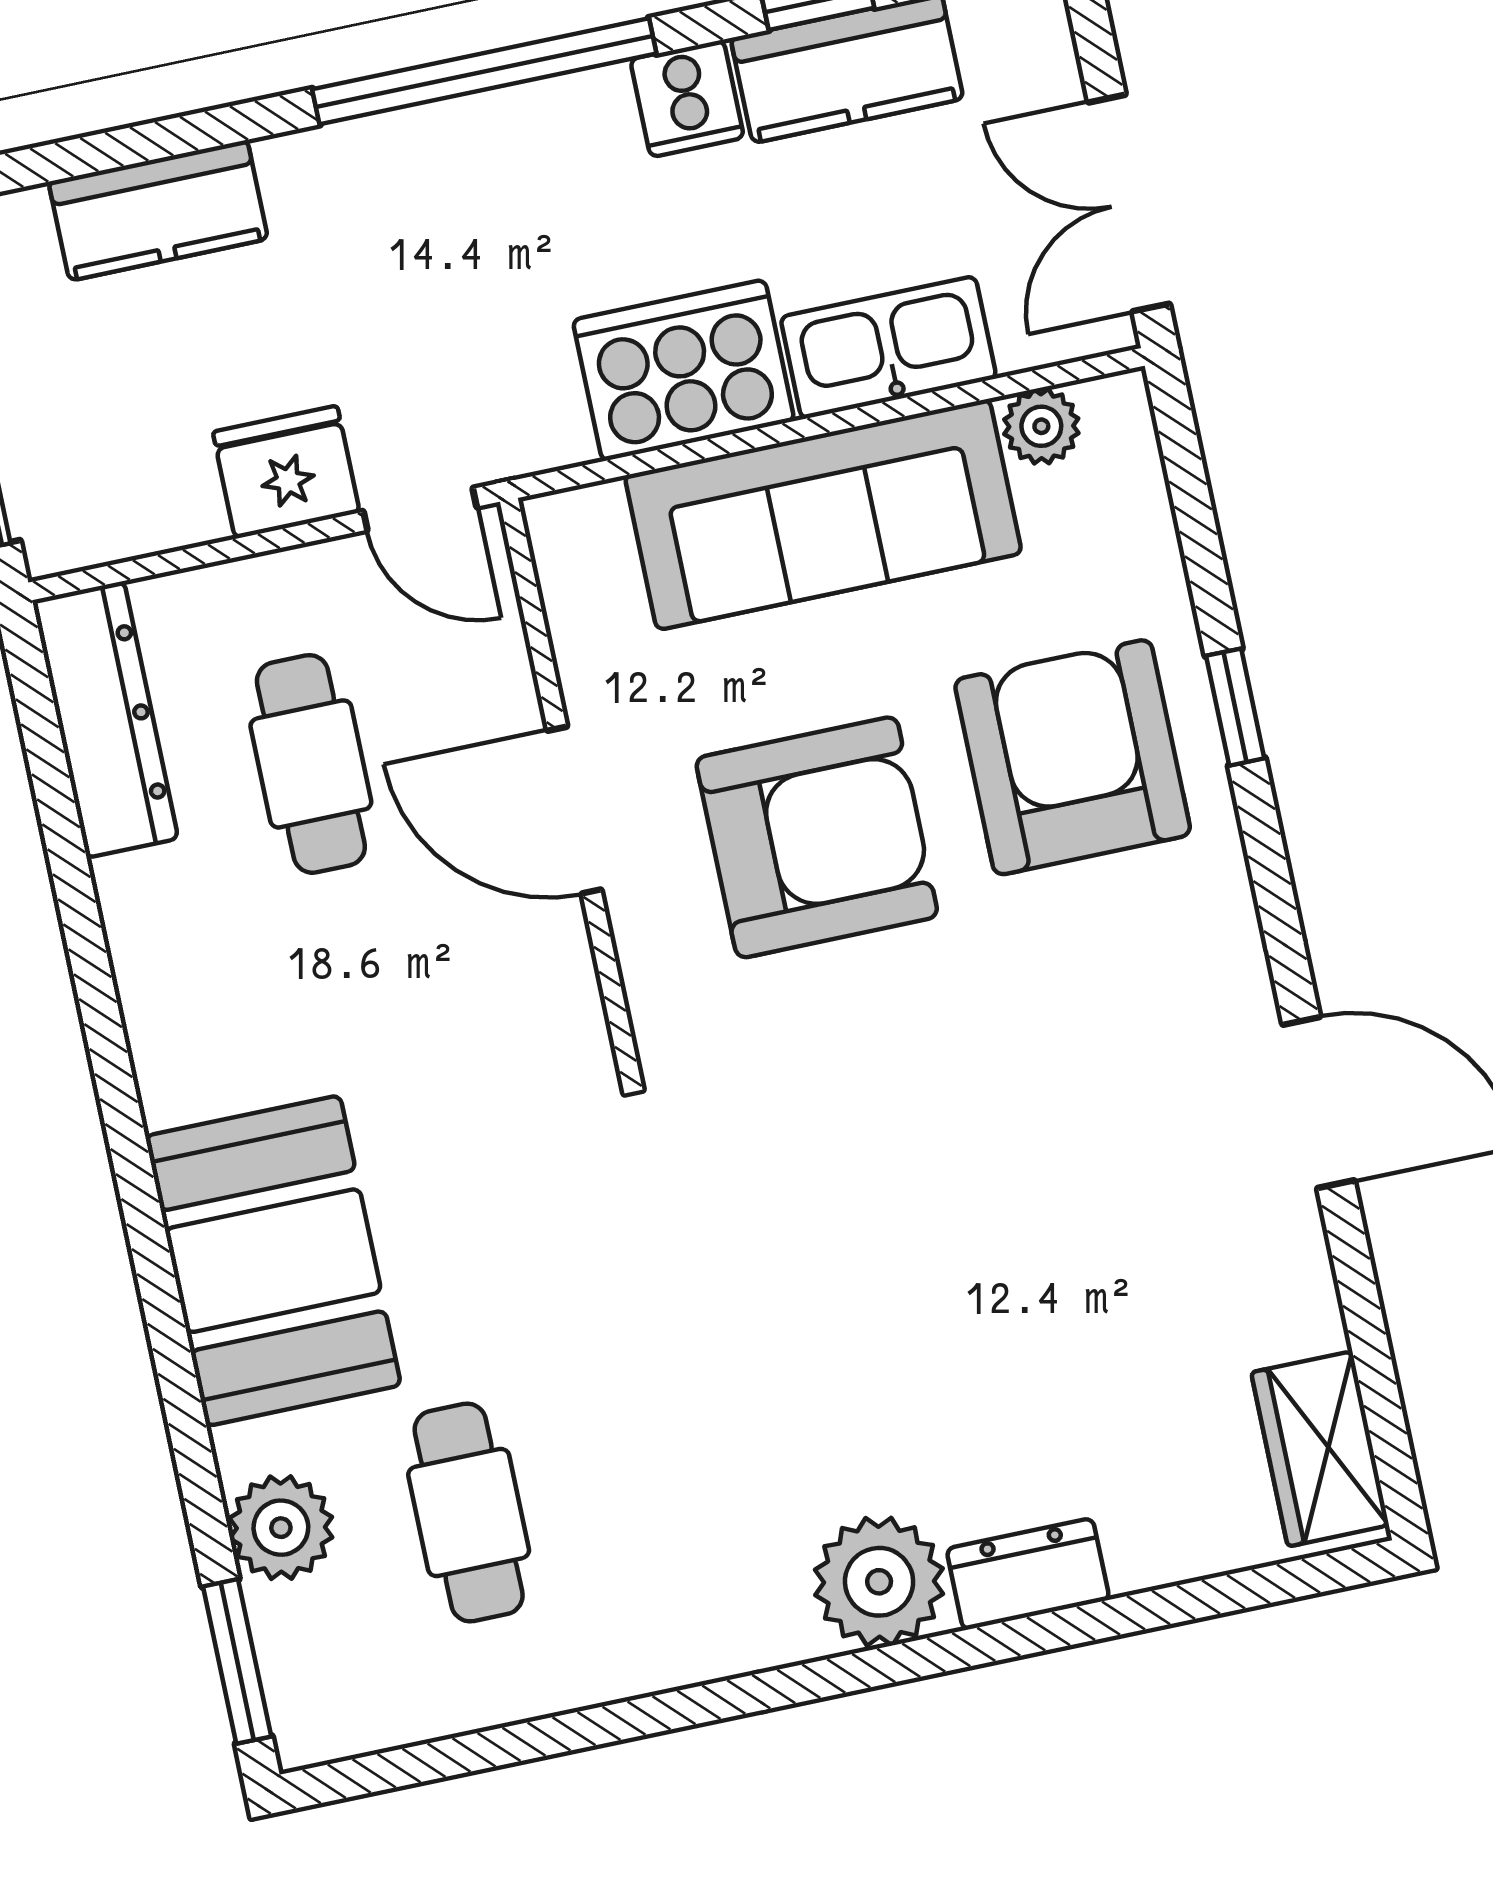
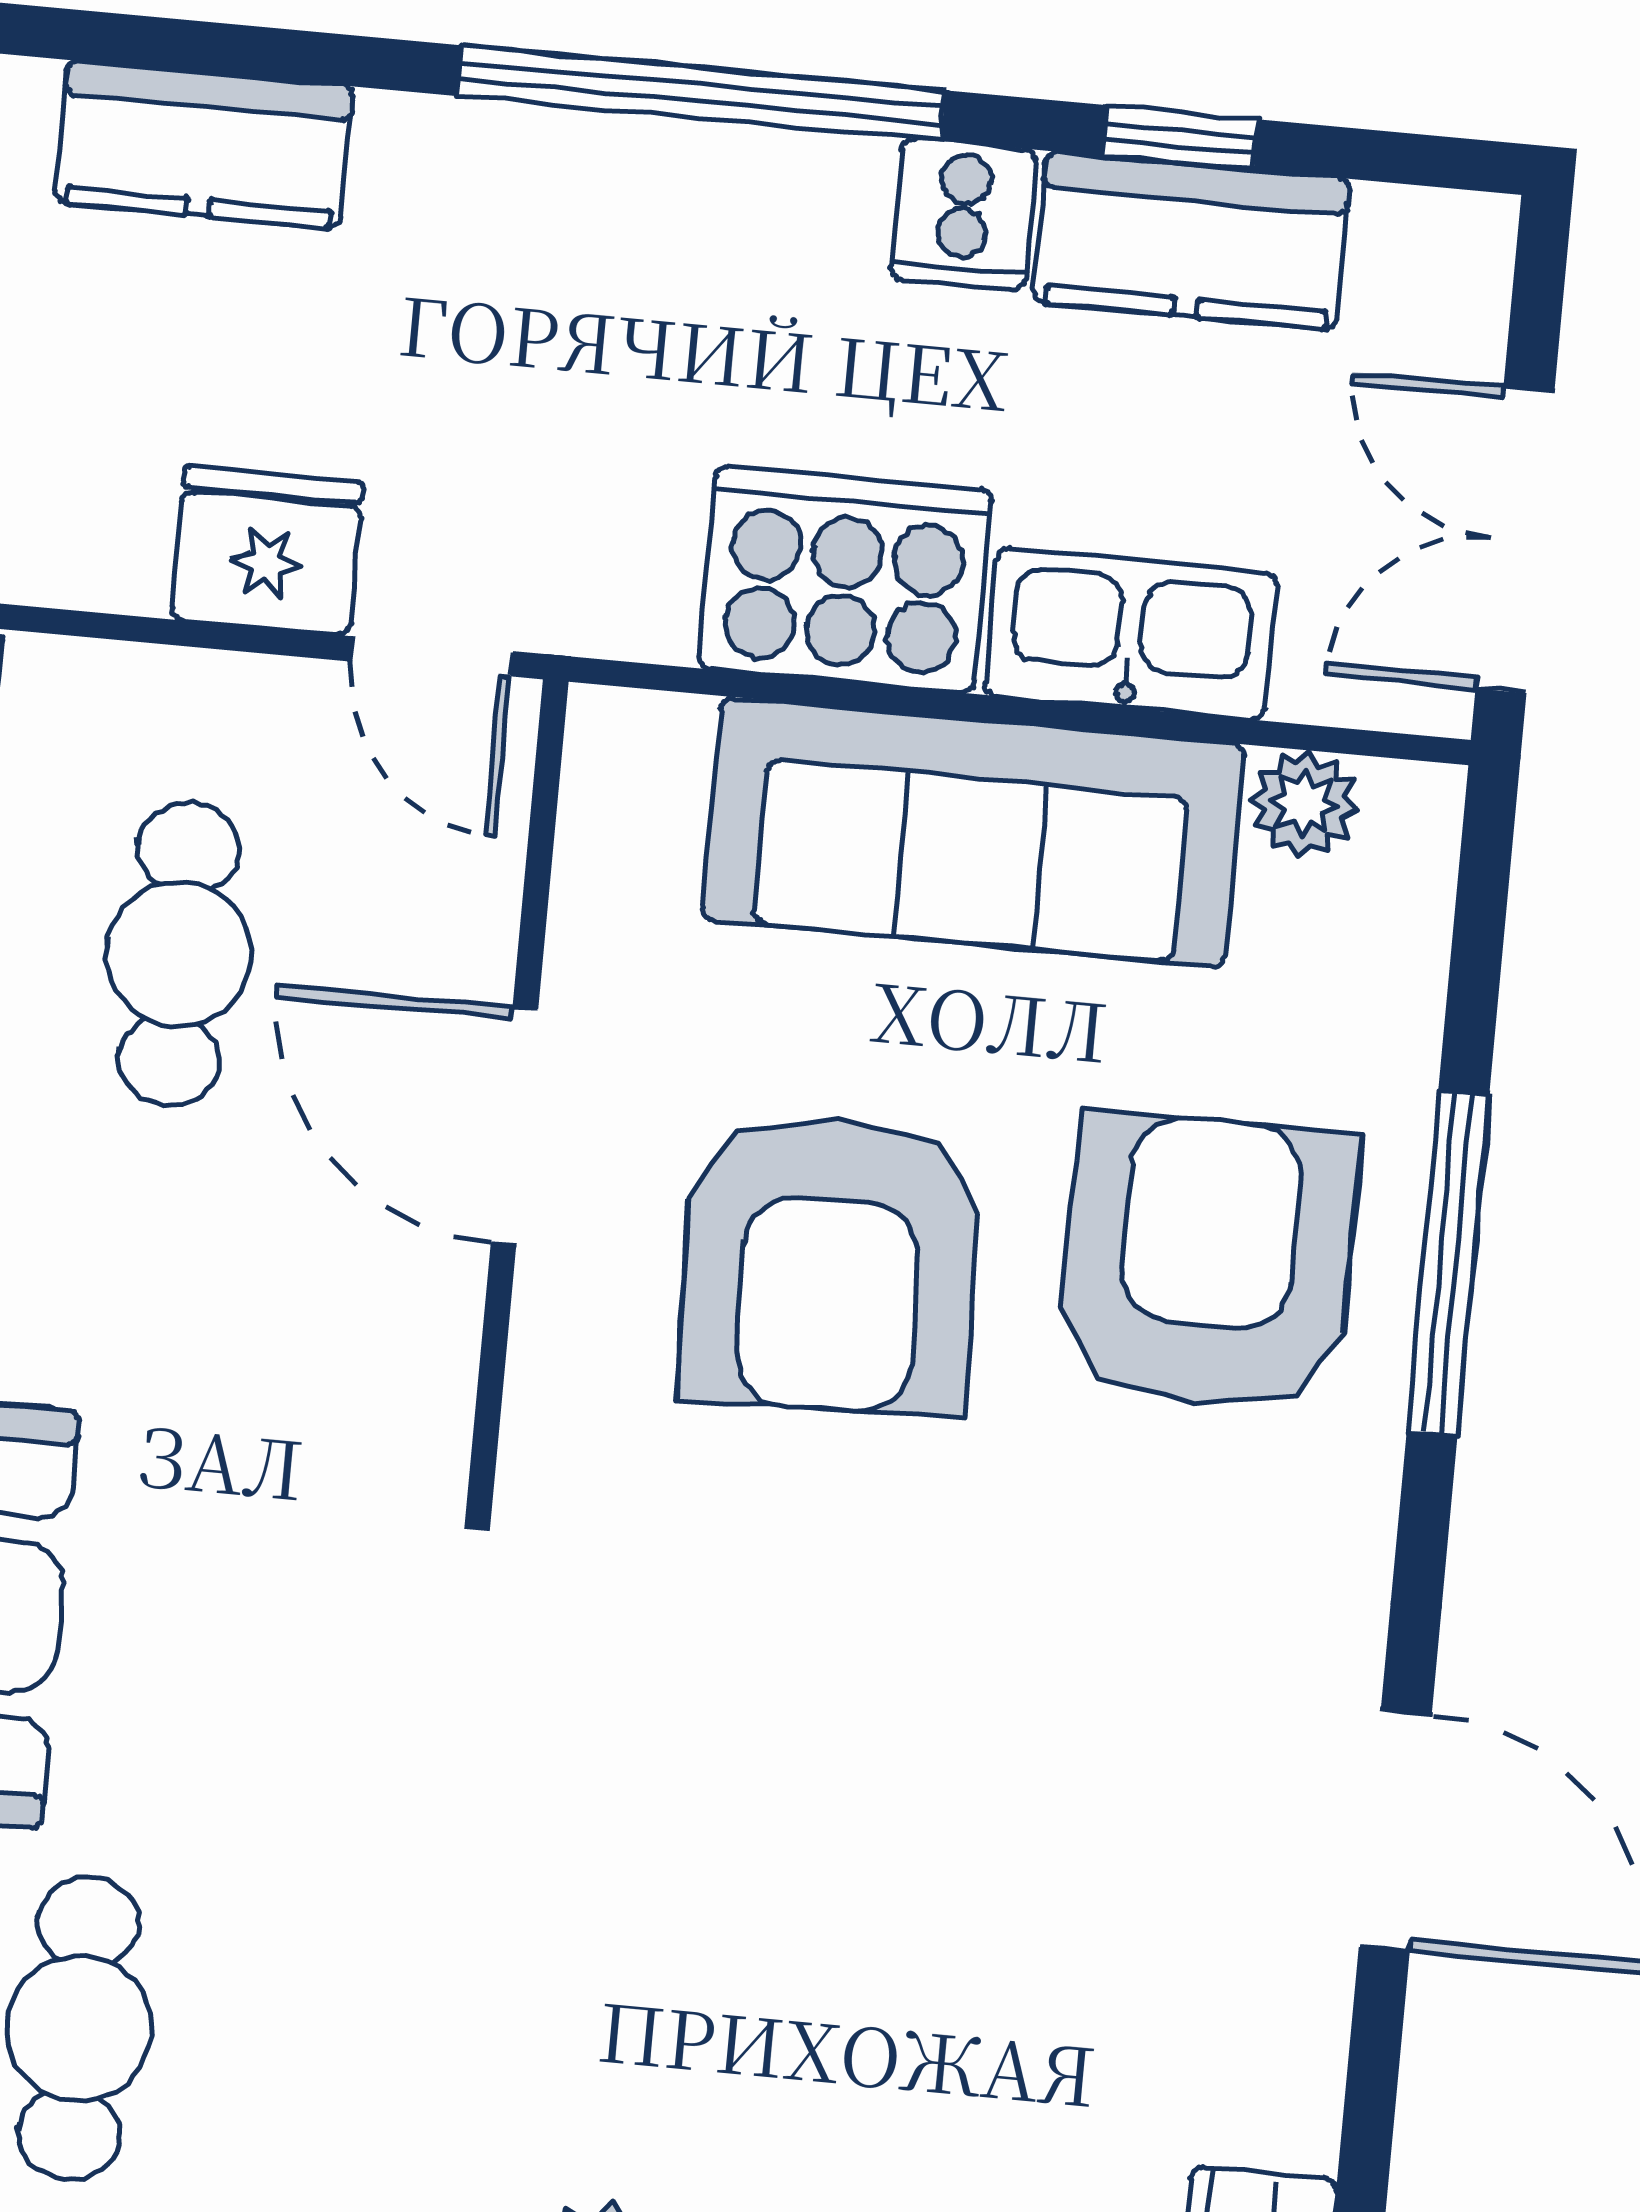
window: (1235, 707) -> (1448, 1263), width x2.17
armchair: (817, 837) -> (830, 1264), turned 88

